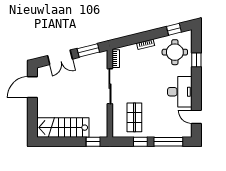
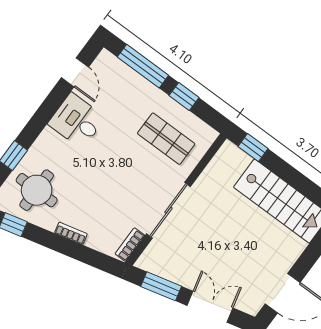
desk: (180, 92) -> (77, 121), width x0.73
shop shelf: (134, 117) -> (166, 139), turned 90

